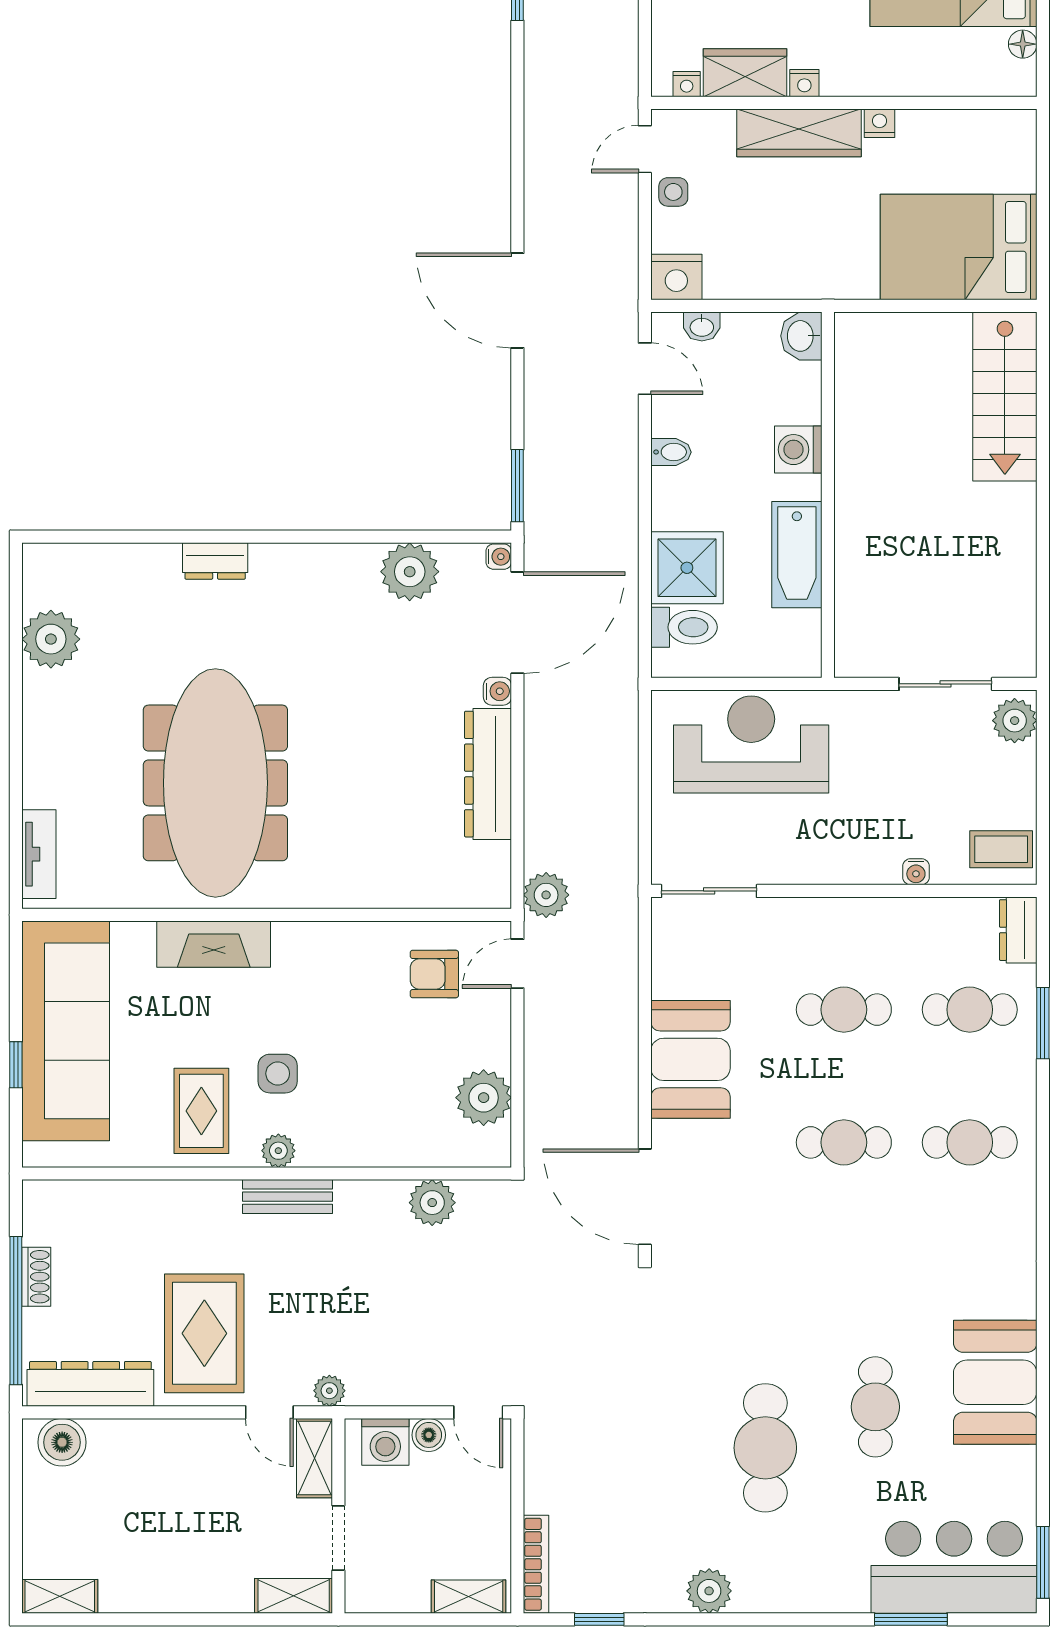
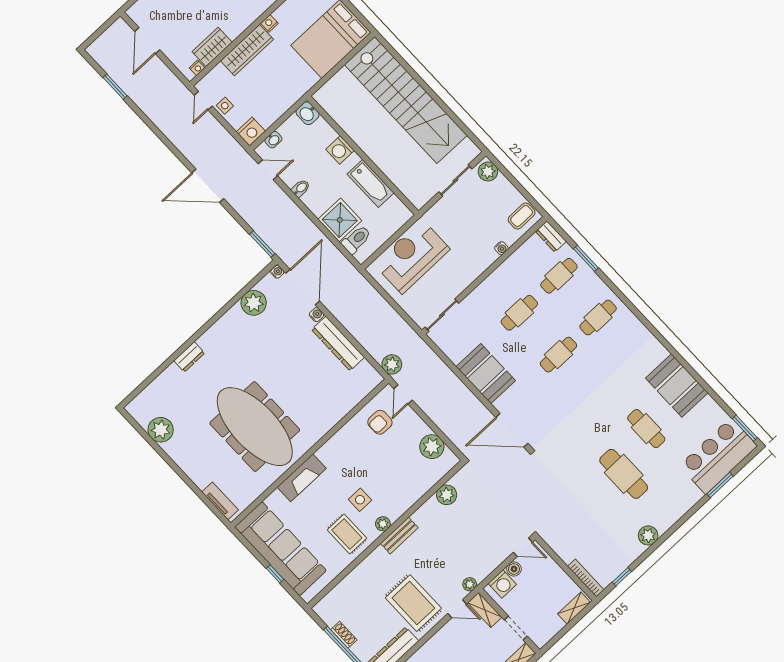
nightstand: (804, 83) -> (234, 33), removed
stairs: (1005, 396) -> (406, 100), width x1.86, depth x1.51

